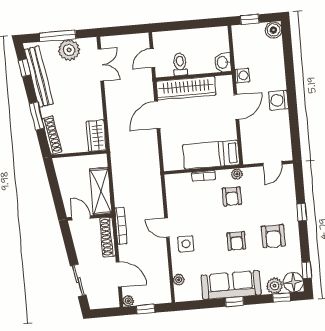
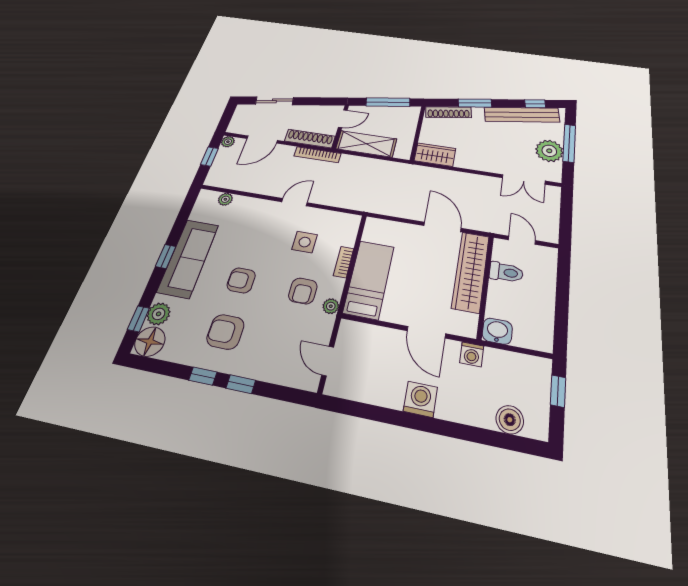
boiler: (273, 30) -> (510, 420), moved
window: (54, 187) -> (388, 102), added
armchair: (232, 196) -> (303, 291), turned -90
side table: (186, 244) -> (305, 242), moved
window: (307, 270) -> (203, 376), moved

